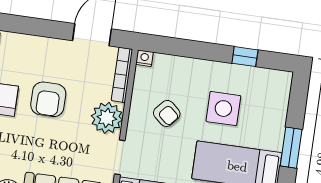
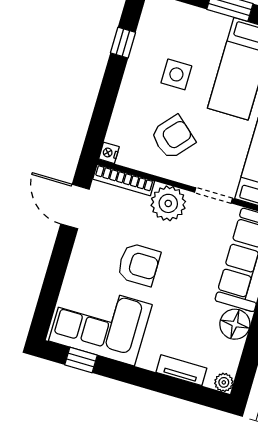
side table: (223, 109) -> (176, 74), width x0.73, depth x0.73
armchair: (167, 113) -> (173, 137), width x1.38, depth x1.38

